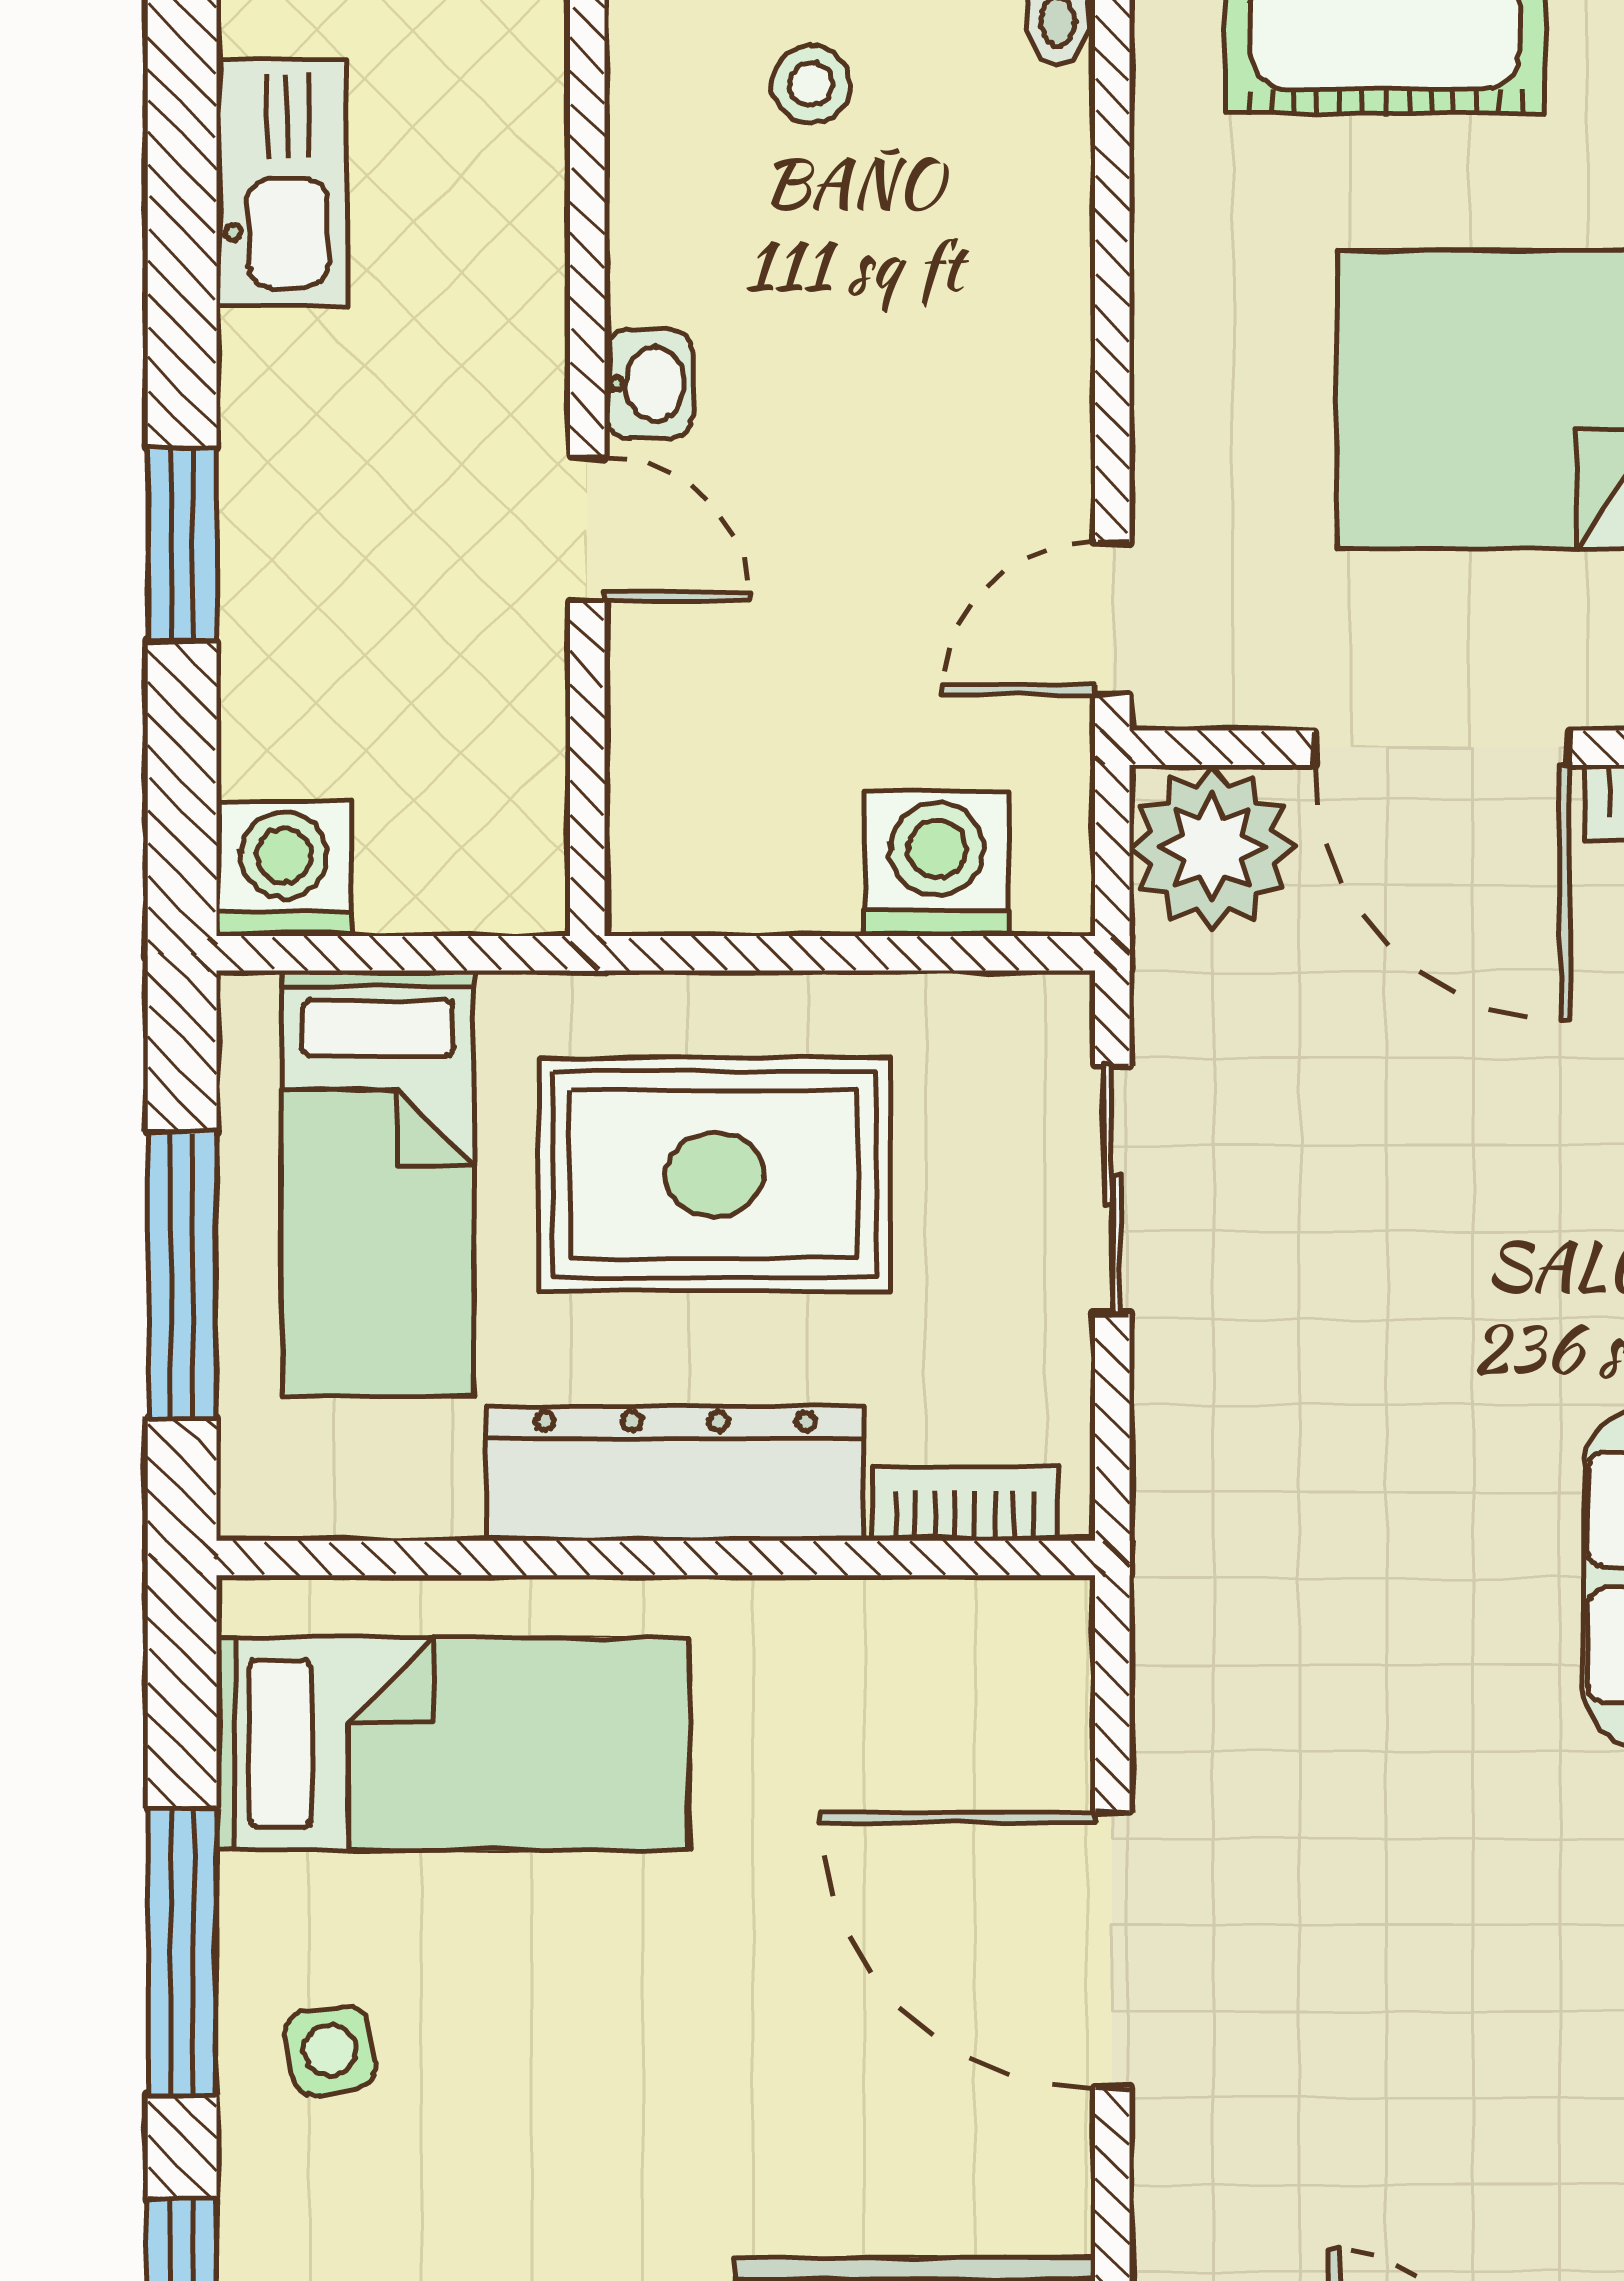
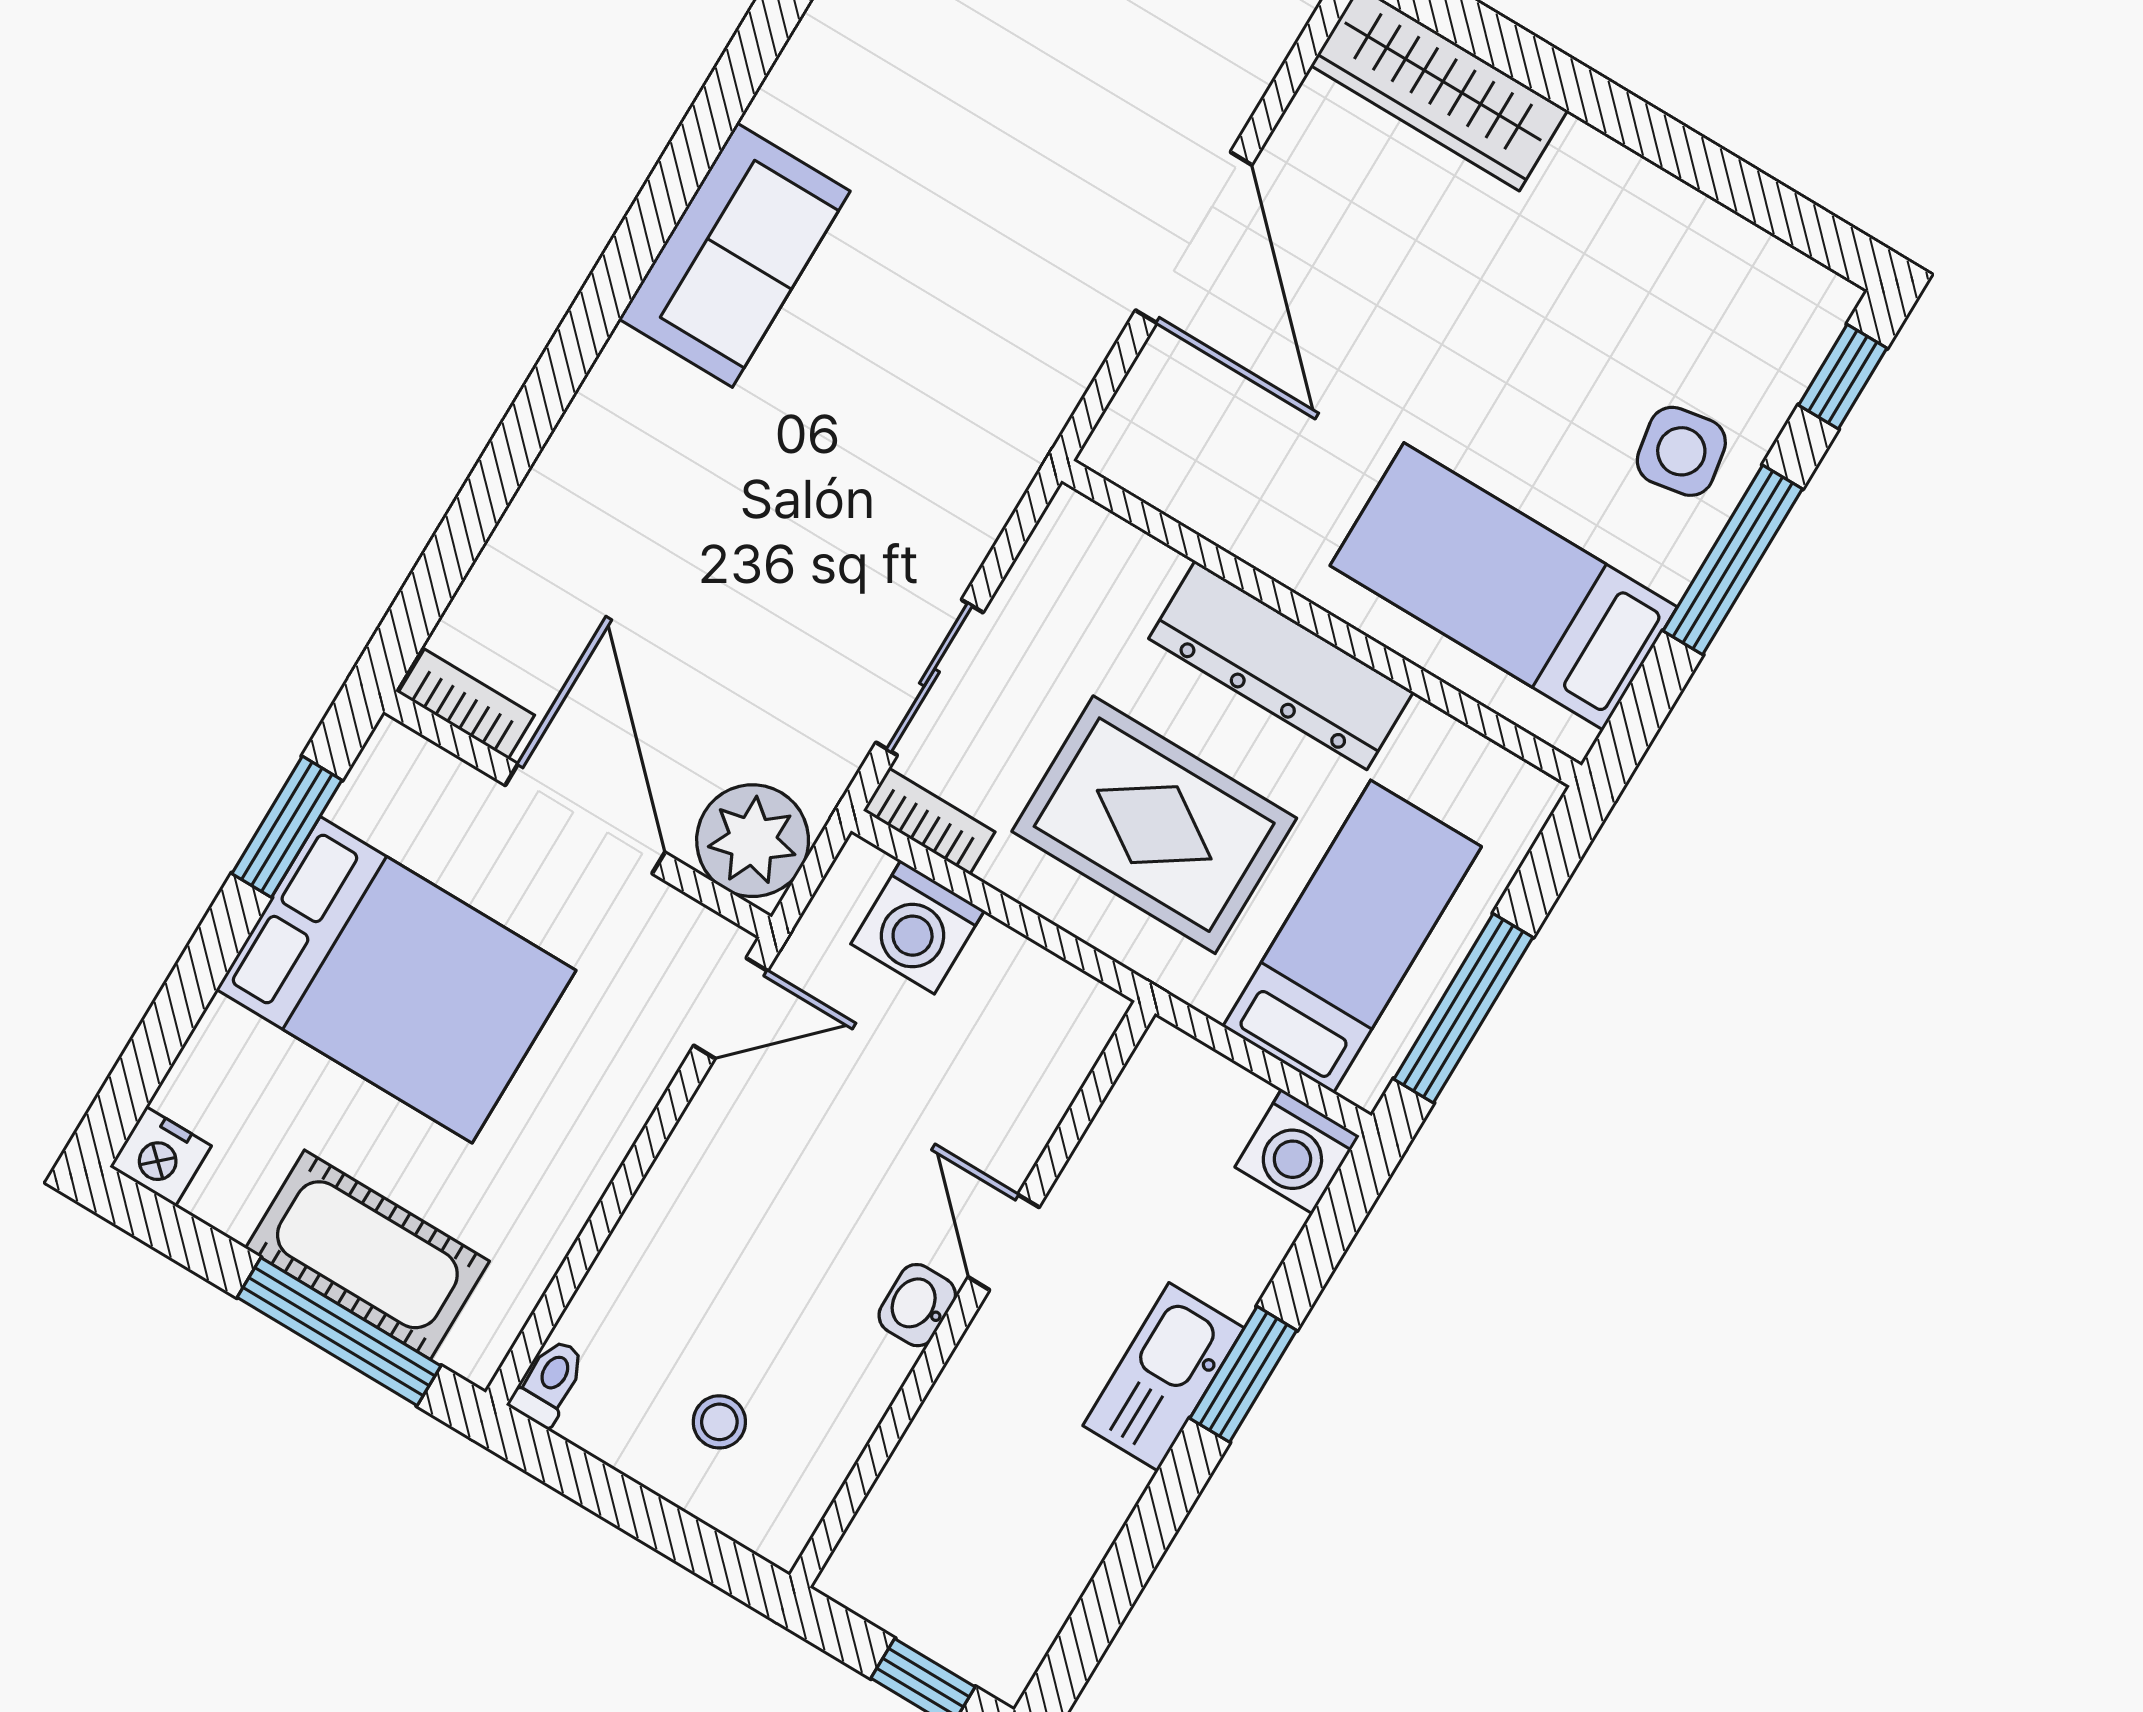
kitchen sink: (282, 183) -> (1164, 1377), moved
window: (182, 1275) -> (1463, 1008), moved
bookcase: (965, 1504) -> (929, 821), moved, turned 180
side table: (330, 2051) -> (1681, 451), width x1.37, depth x1.37

